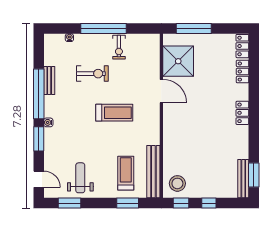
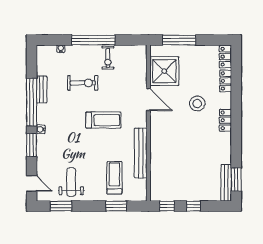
bench: (153, 172) -> (141, 153), moved
stool: (177, 183) -> (197, 104), moved

